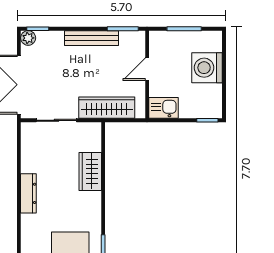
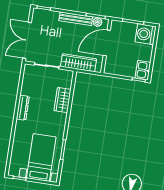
plant: (28, 38) -> (98, 22), moved
washing machine: (207, 68) -> (146, 34), moved
door: (147, 69) -> (107, 43), width x1.87
kitchen sink: (164, 108) -> (143, 70), moved, turned -90

